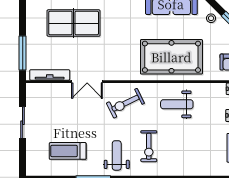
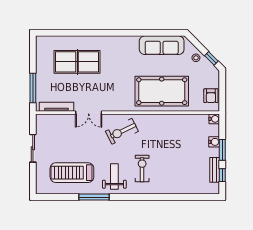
weight bench: (177, 104) -> (166, 132), removed
exercise bike: (149, 146) -> (142, 168), turned 180
treadmill: (68, 151) -> (72, 173), width x1.37, depth x1.38

